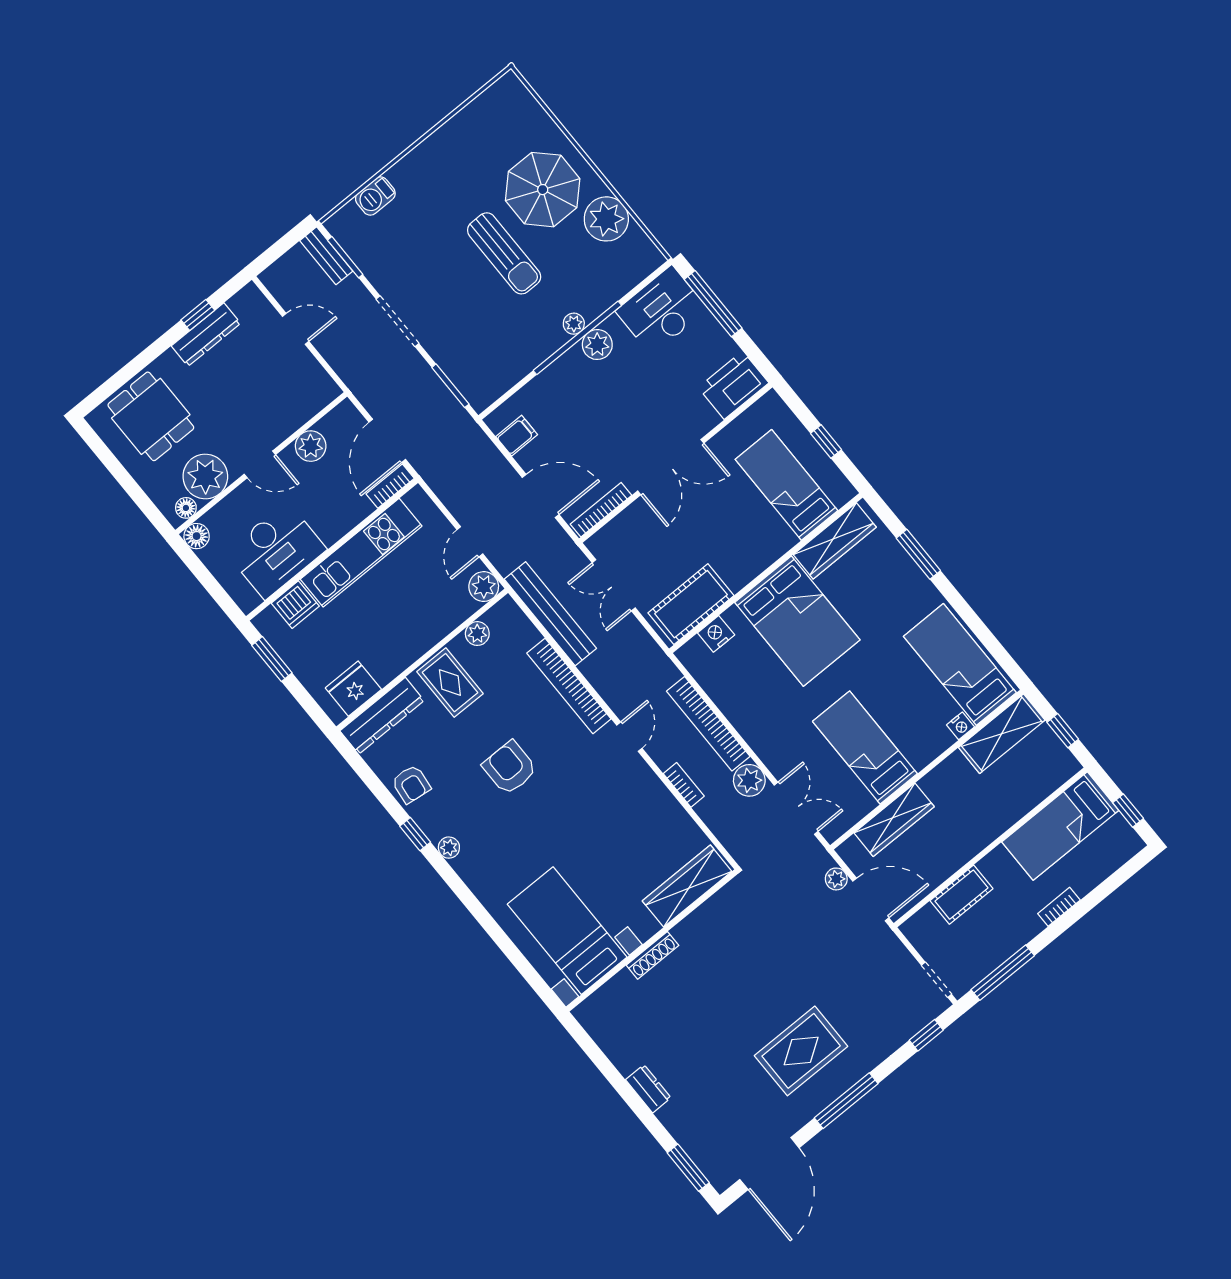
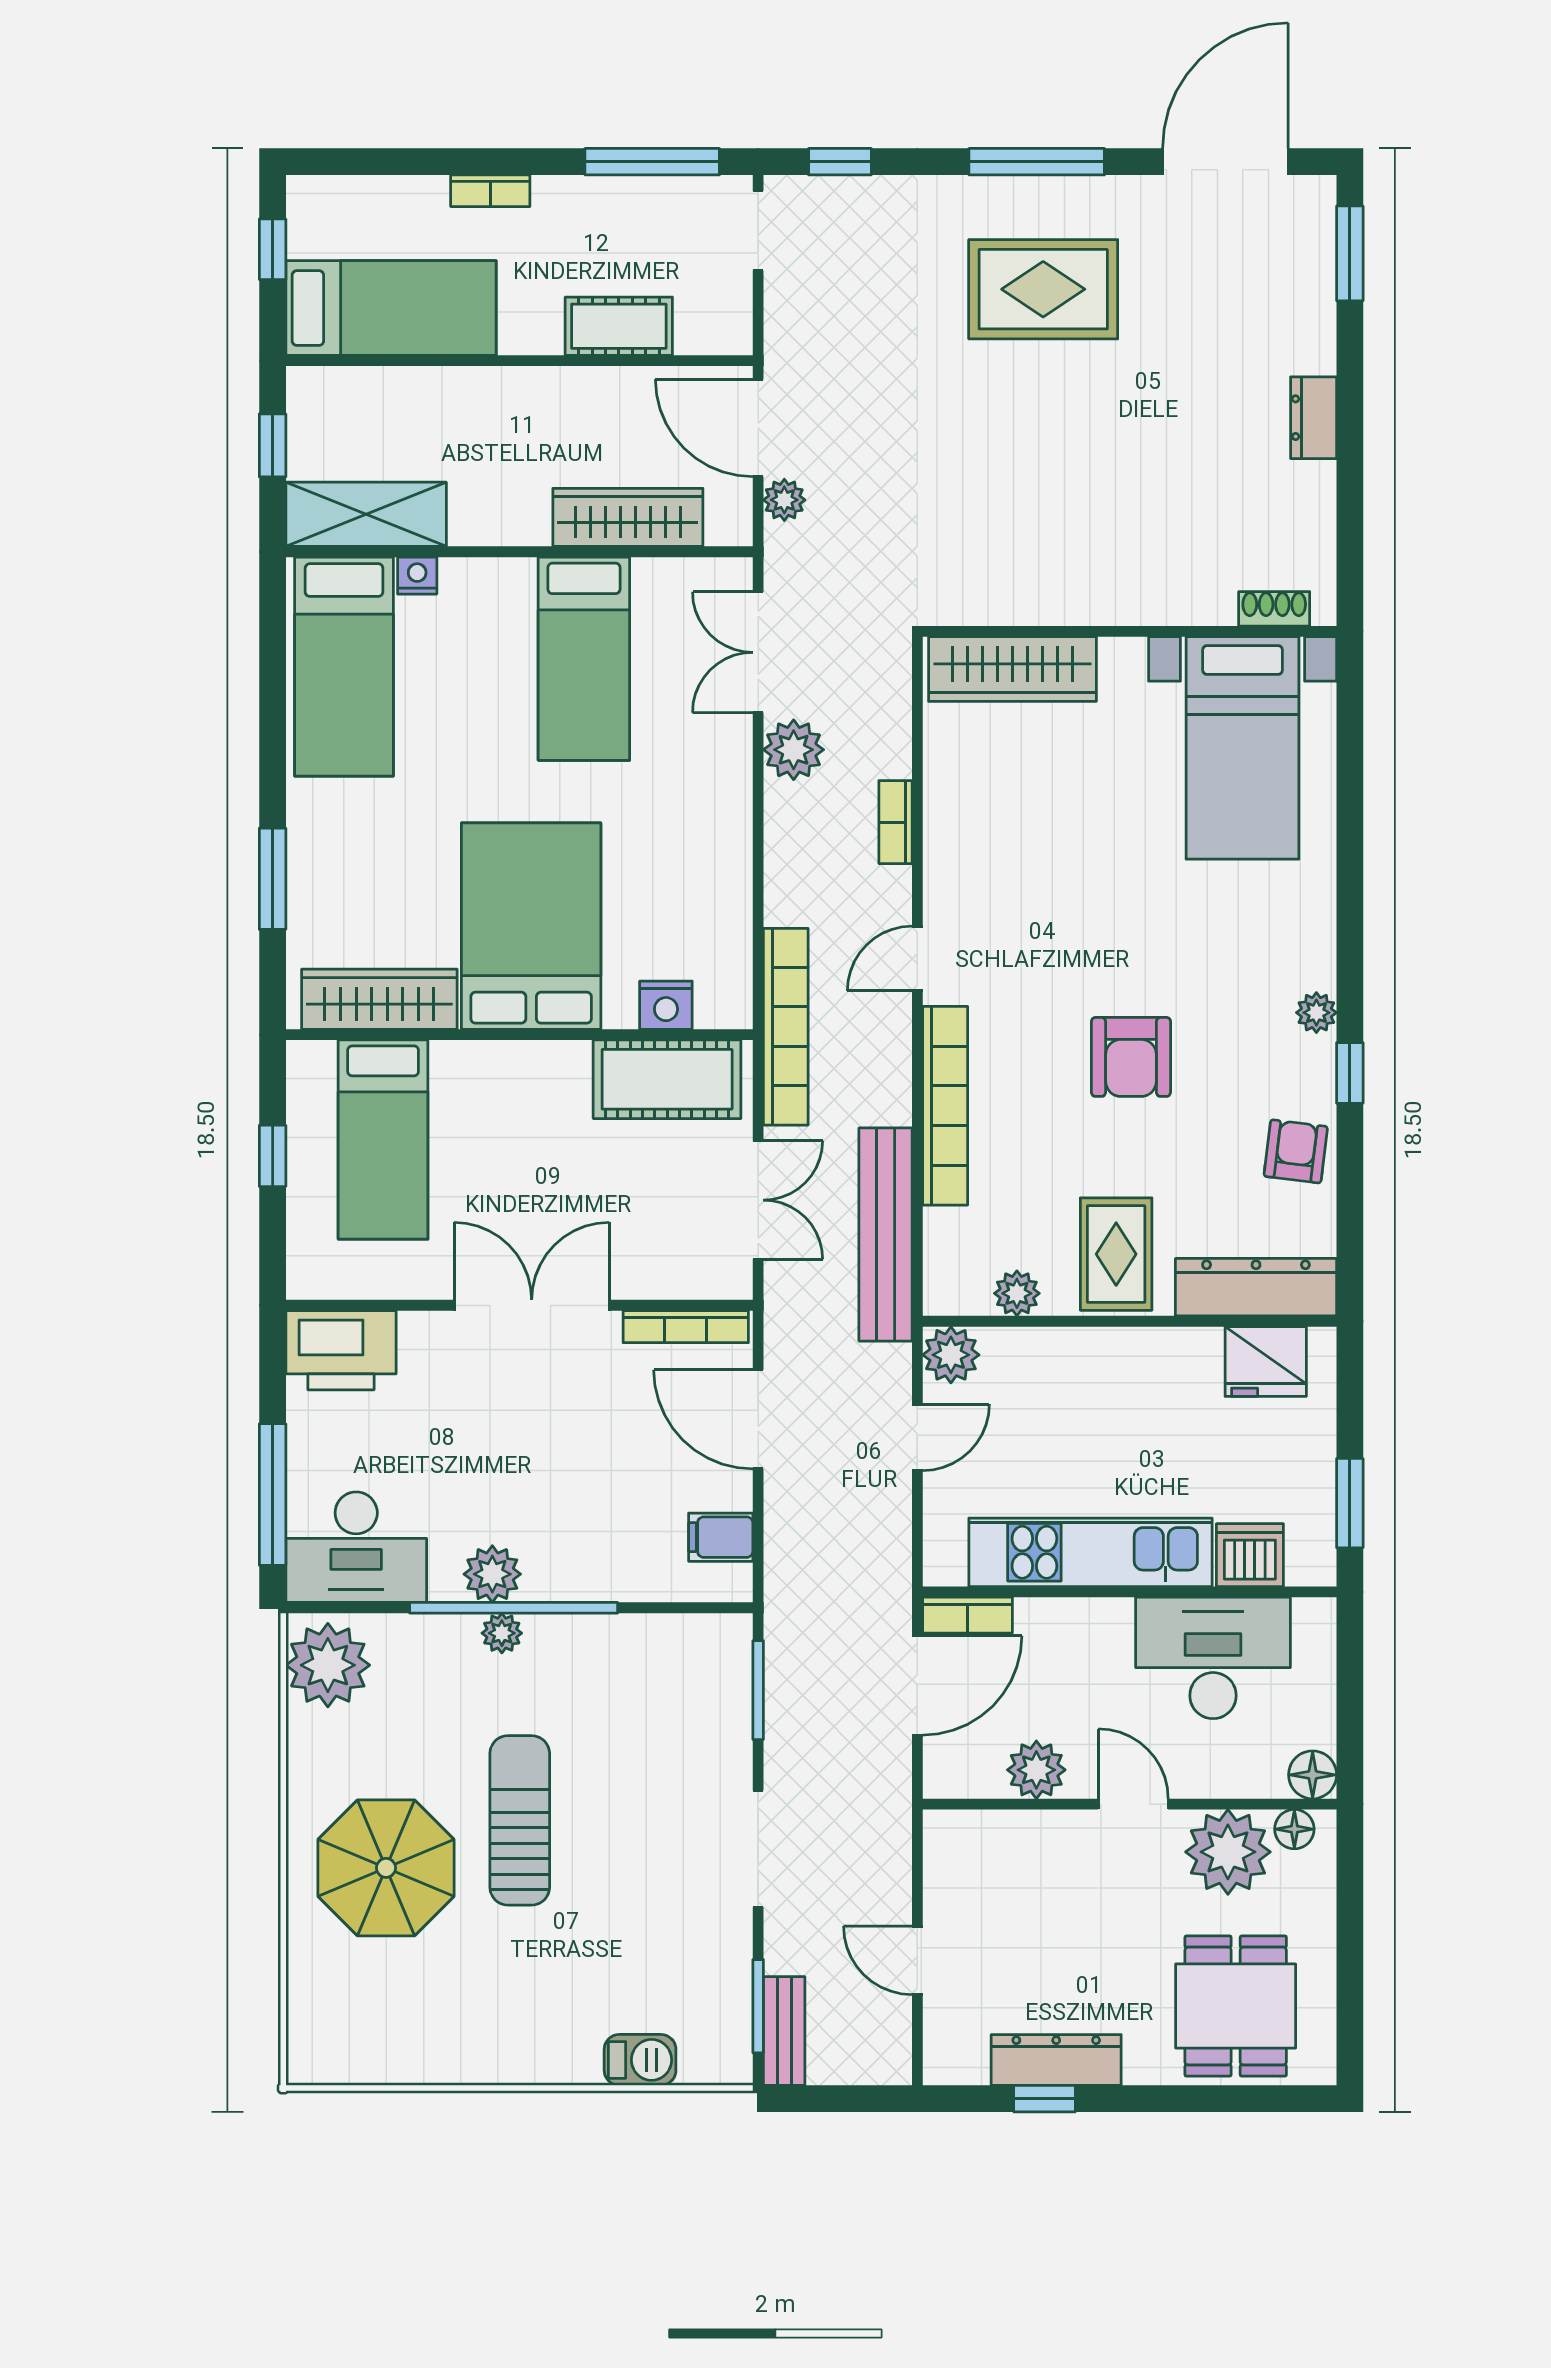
plant: (606, 219) -> (328, 1665), moved
bookcase: (708, 724) -> (786, 1027), moved
shoe rack: (653, 955) -> (1274, 609), moved, width x0.70

